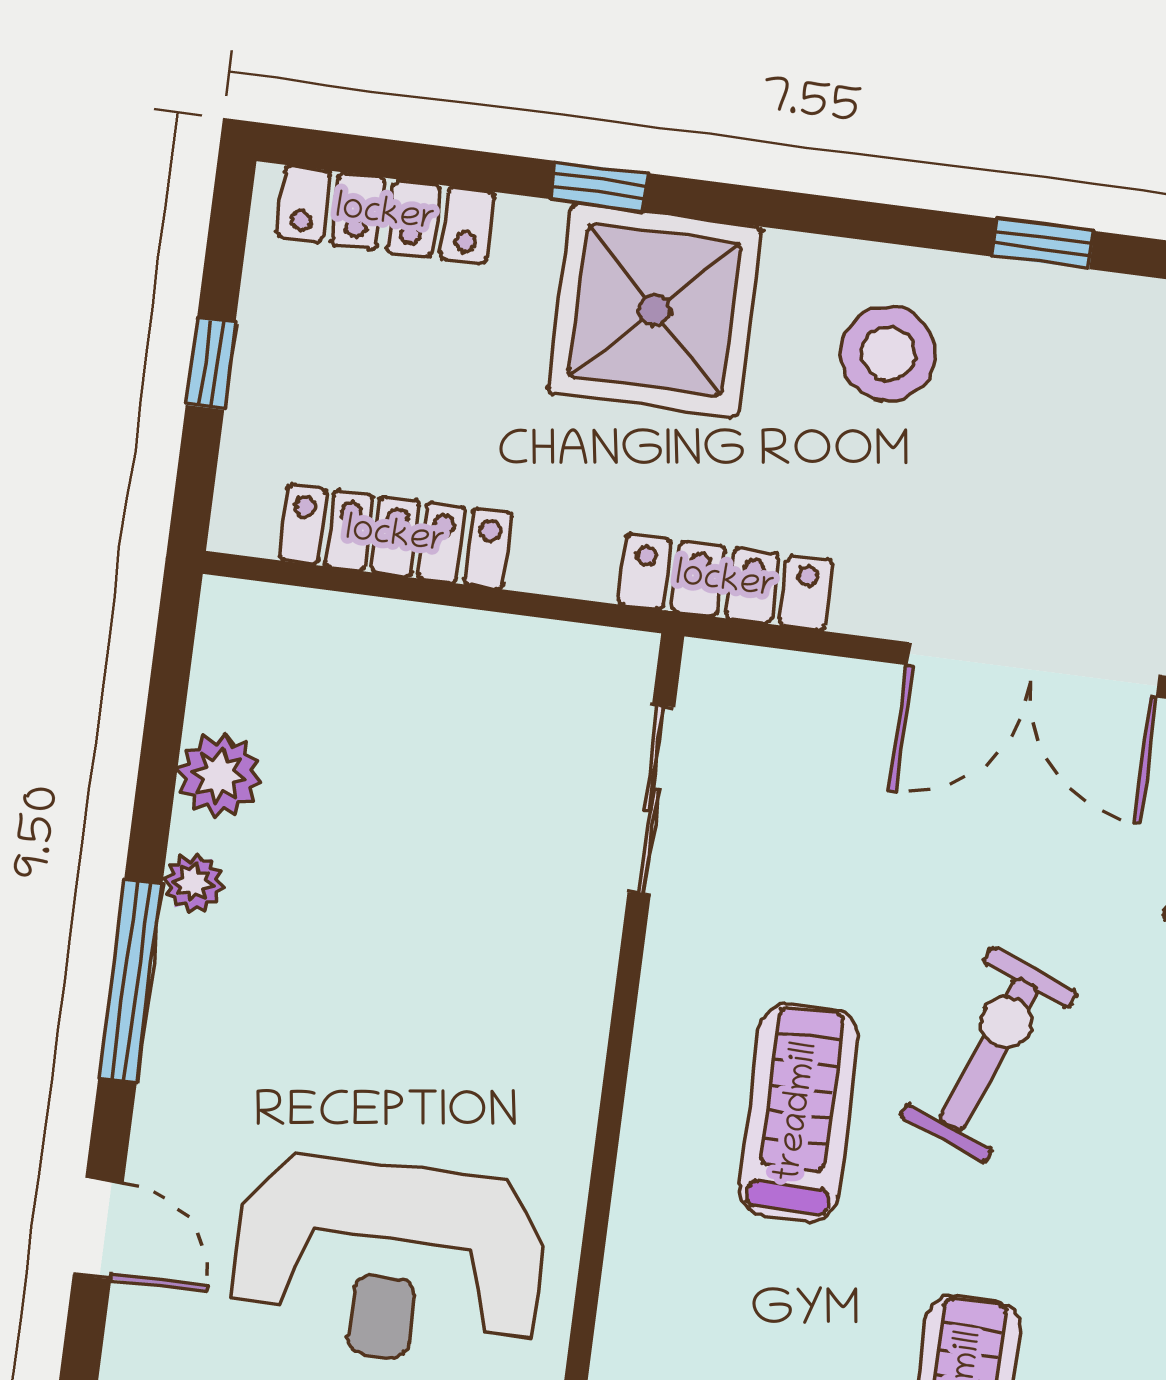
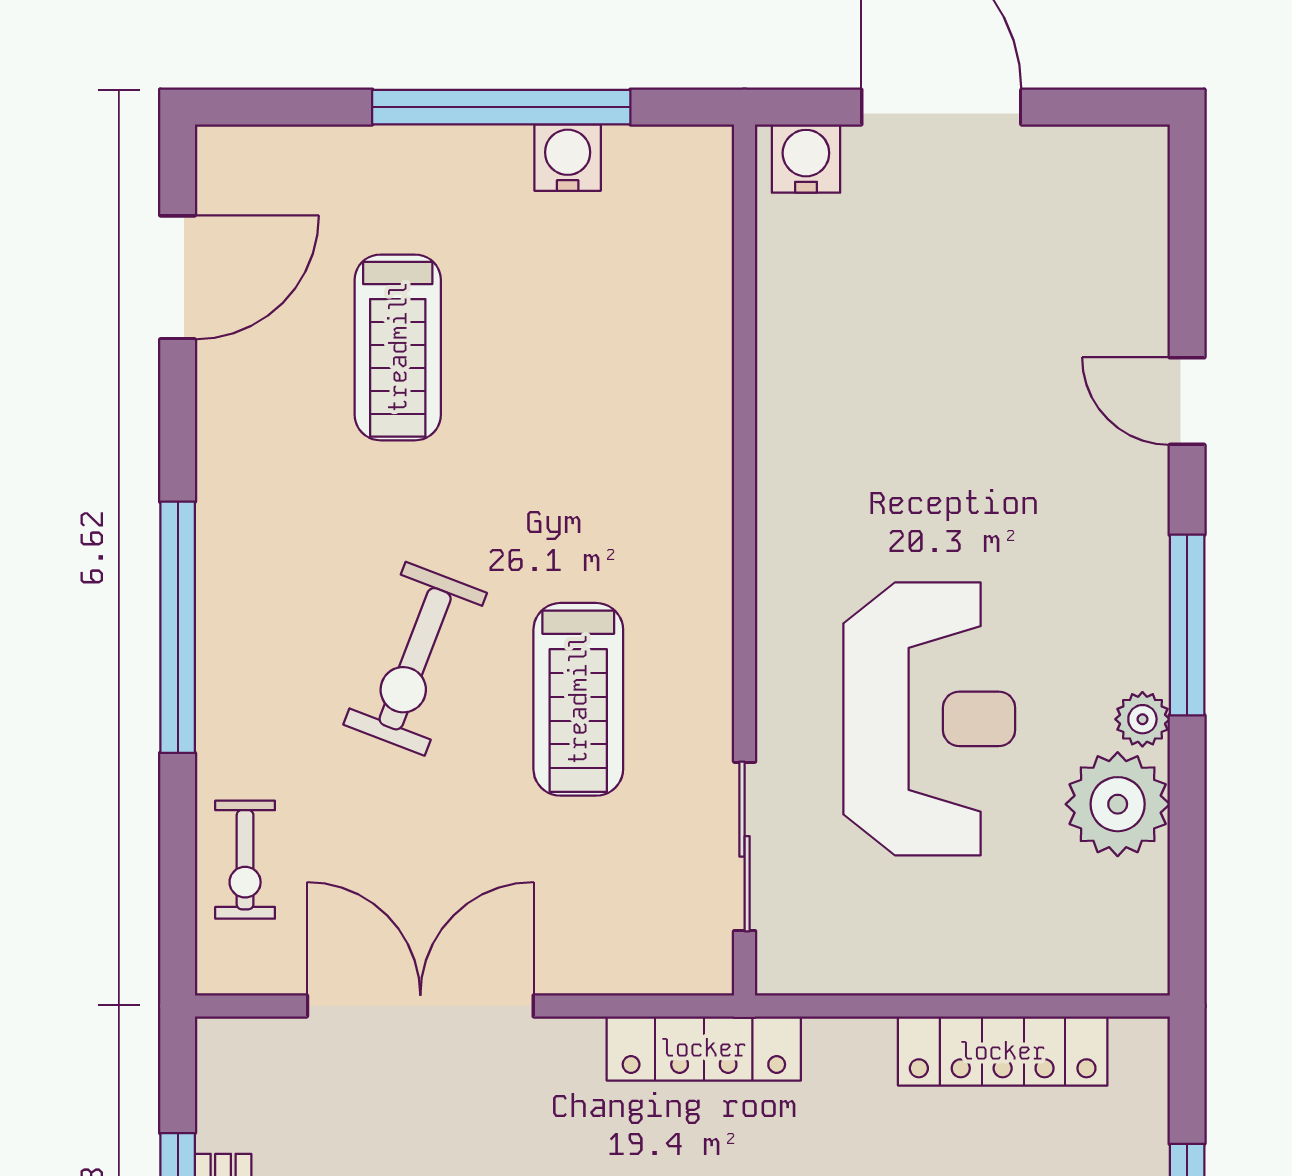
plant: (219, 775) -> (1118, 804), width x1.36, depth x1.36
treadmill: (799, 1112) -> (578, 699), moved
reception desk: (388, 1261) -> (929, 719), moved, turned 90

